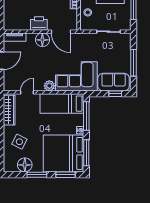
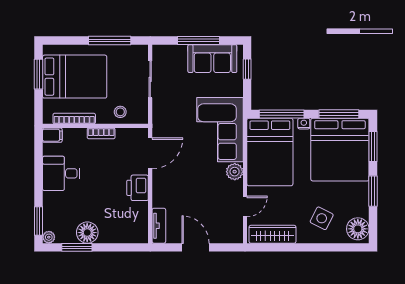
floor lamp: (42, 40) -> (163, 182), removed
sofa: (114, 82) -> (212, 59), moved, turned -90
door: (27, 92) -> (245, 206), swing flipped
bed: (62, 104) -> (270, 152), width x1.50
floor lamp: (25, 165) -> (358, 229), moved

